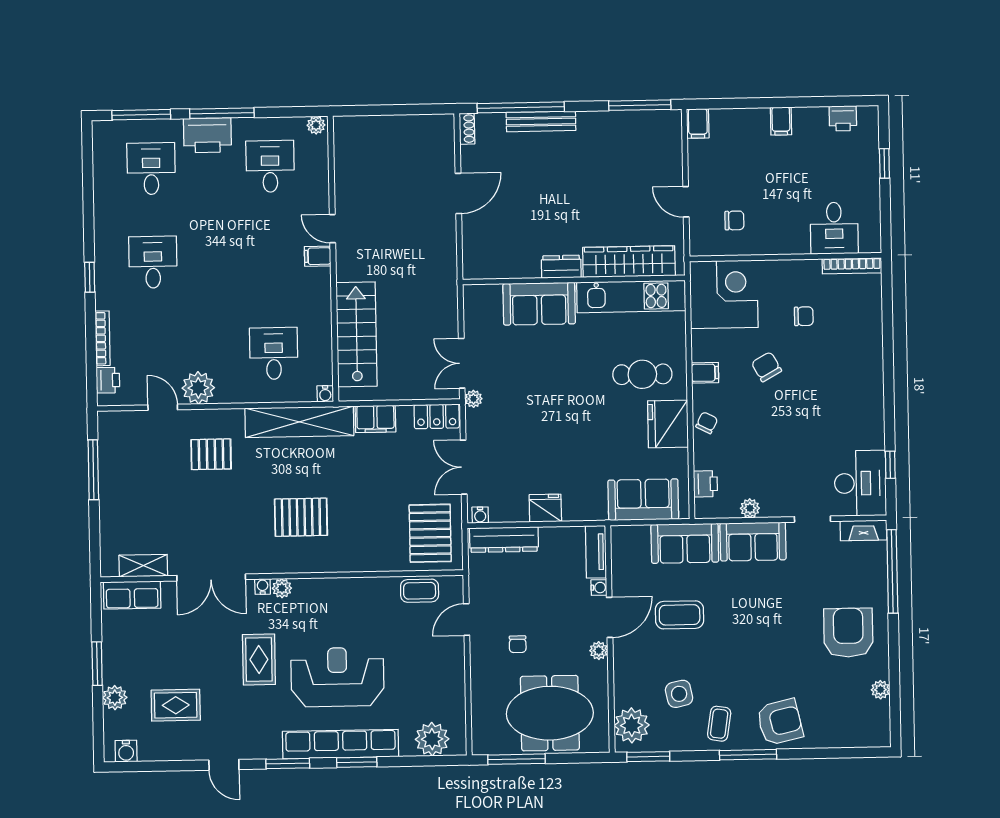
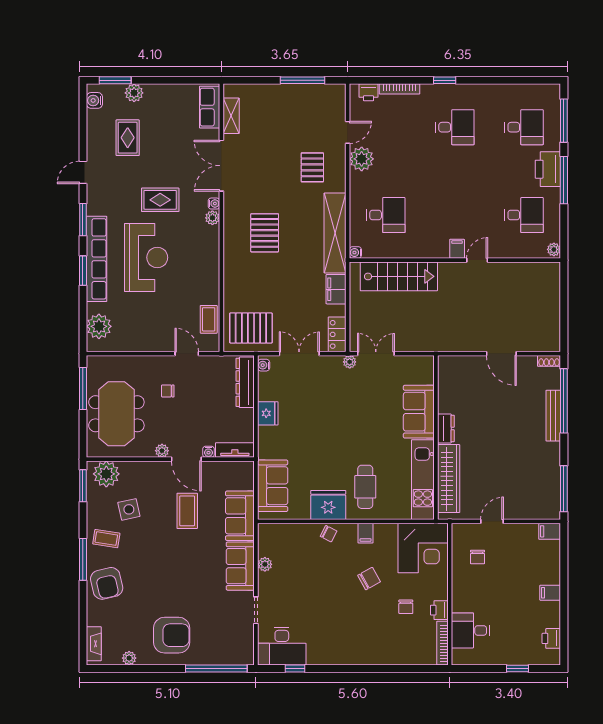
printer: (706, 484) -> (439, 610), moved, turned 90
fireplace: (864, 530) -> (94, 644), moved, turned 180
window: (97, 664) -> (115, 80), moved

